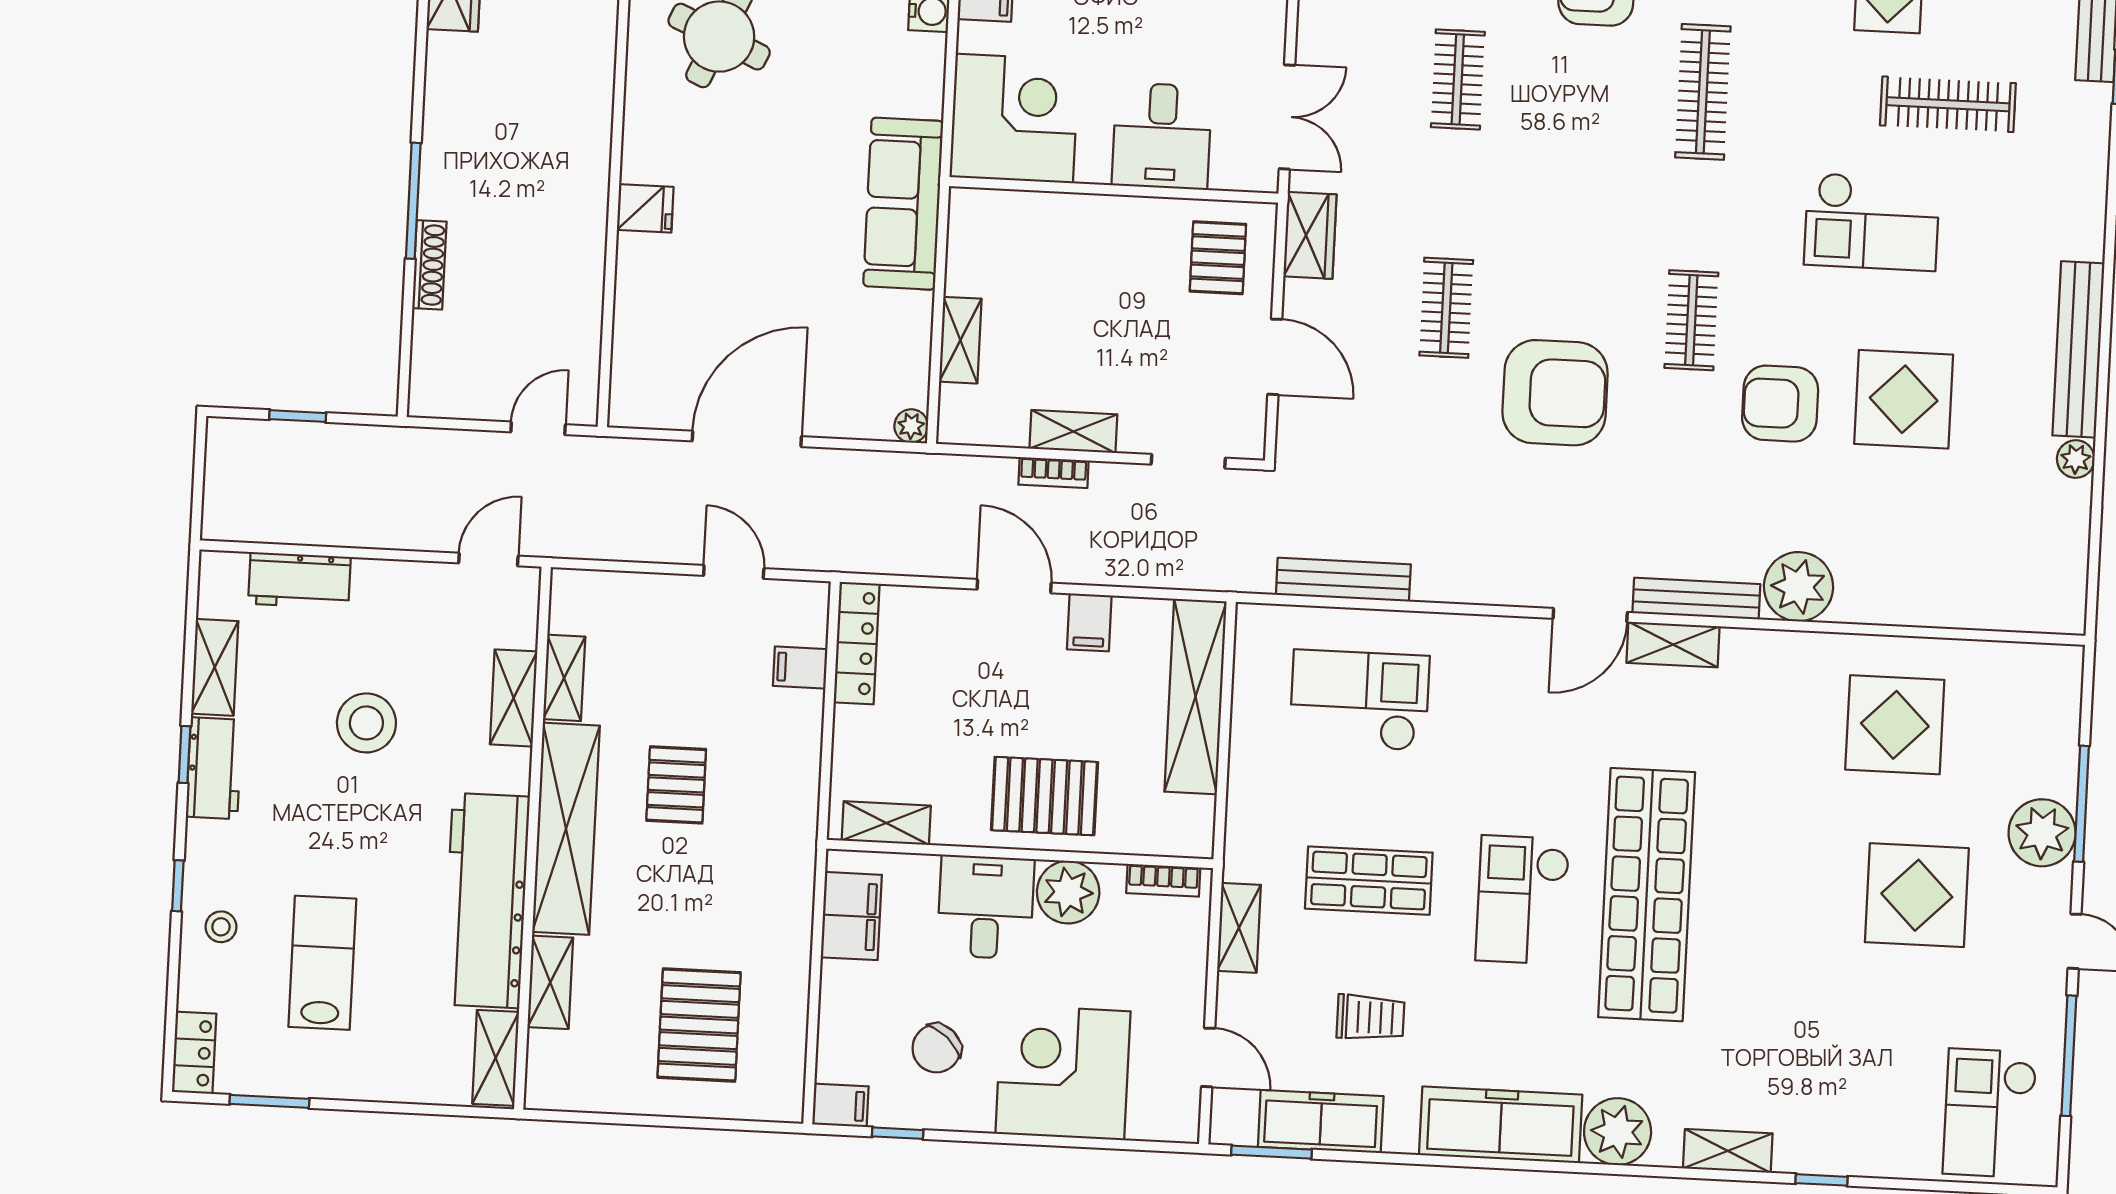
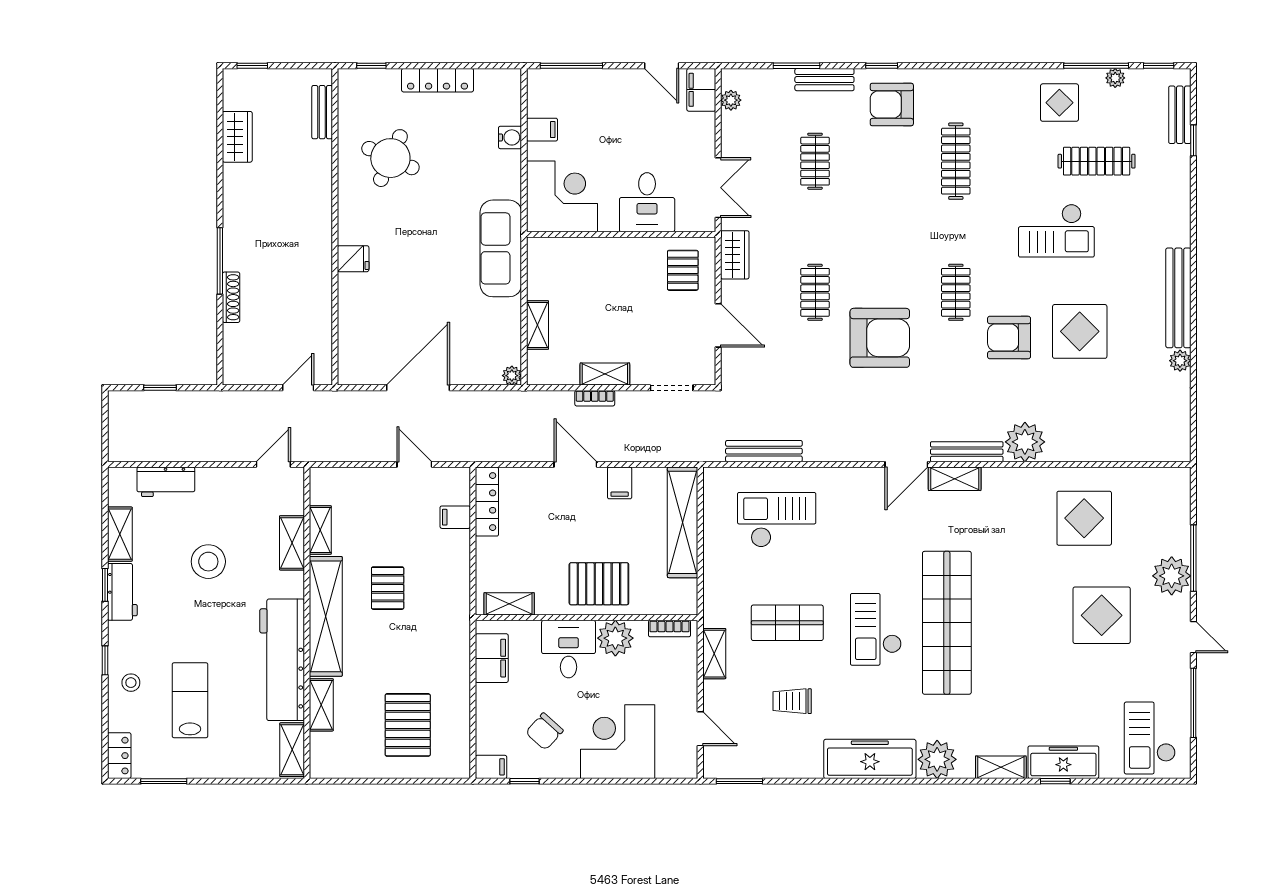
trolley: (1371, 1017) -> (792, 701), turned 180
freezer: (1321, 1122) -> (1063, 762), moved

